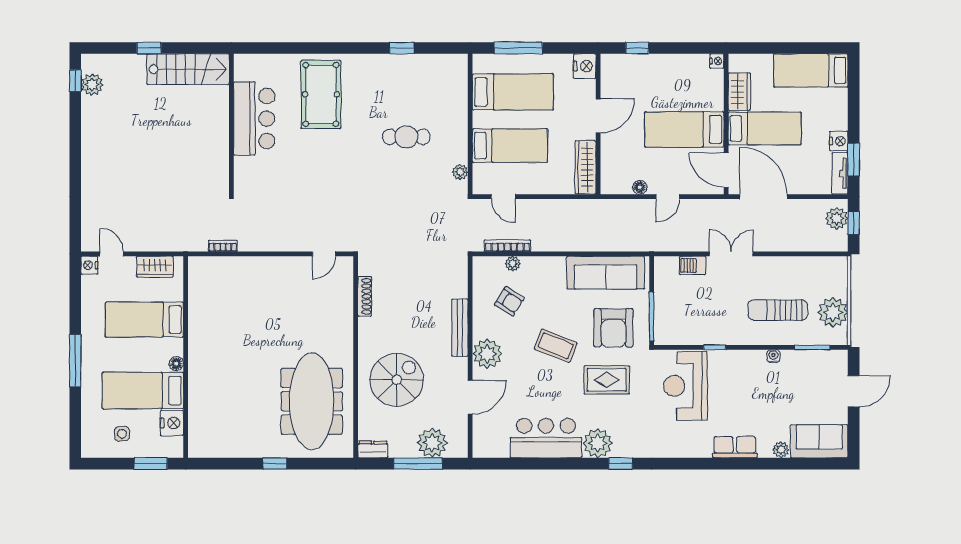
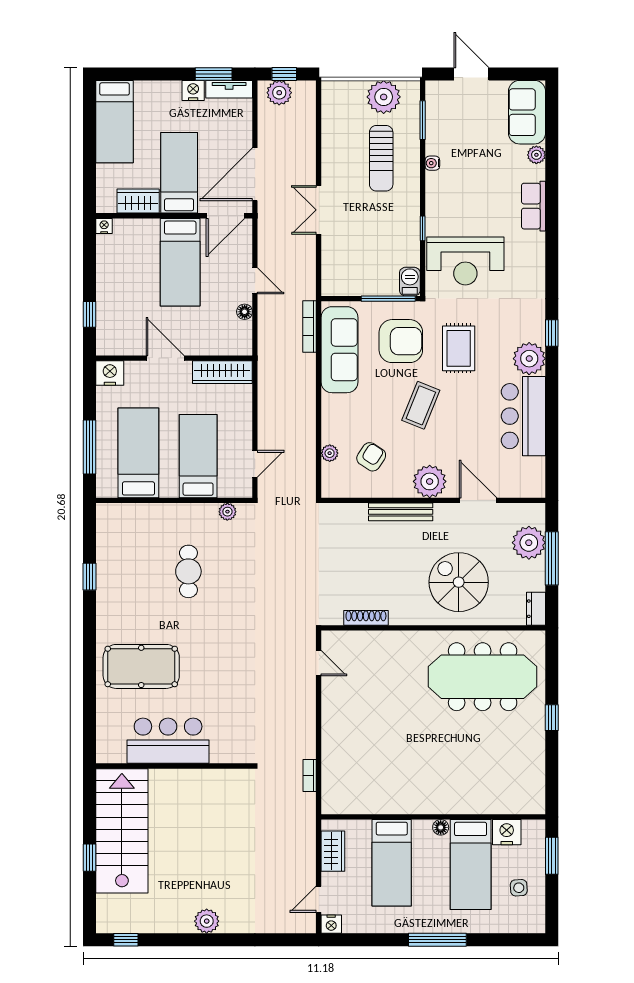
stairs: (188, 69) -> (122, 831), width x1.36, depth x1.51
plant: (92, 85) -> (207, 921), moved
bookcase: (507, 246) -> (309, 327), moved
barbecue: (692, 265) -> (410, 282), moved, turned 180

